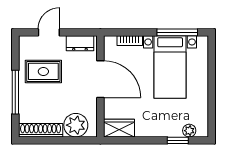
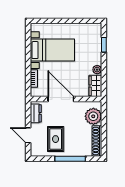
window: (177, 32) -> (28, 45), removed
door: (100, 79) -> (61, 99), hinge flipped
plant: (189, 131) -> (97, 70), moved

